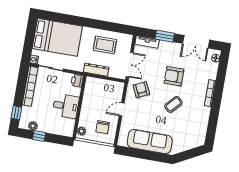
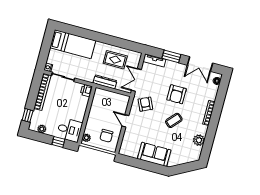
bed: (57, 37) -> (73, 44), width x0.67
double door: (130, 65) -> (136, 80), swing flipped
armchair: (174, 76) -> (177, 94), turned -90
desk: (66, 106) -> (69, 130), moved
door: (122, 109) -> (125, 121), hinge flipped
plant: (202, 123) -> (199, 140), added
window: (39, 136) -> (58, 142), moved
sofa: (150, 142) -> (154, 154), width x0.73

